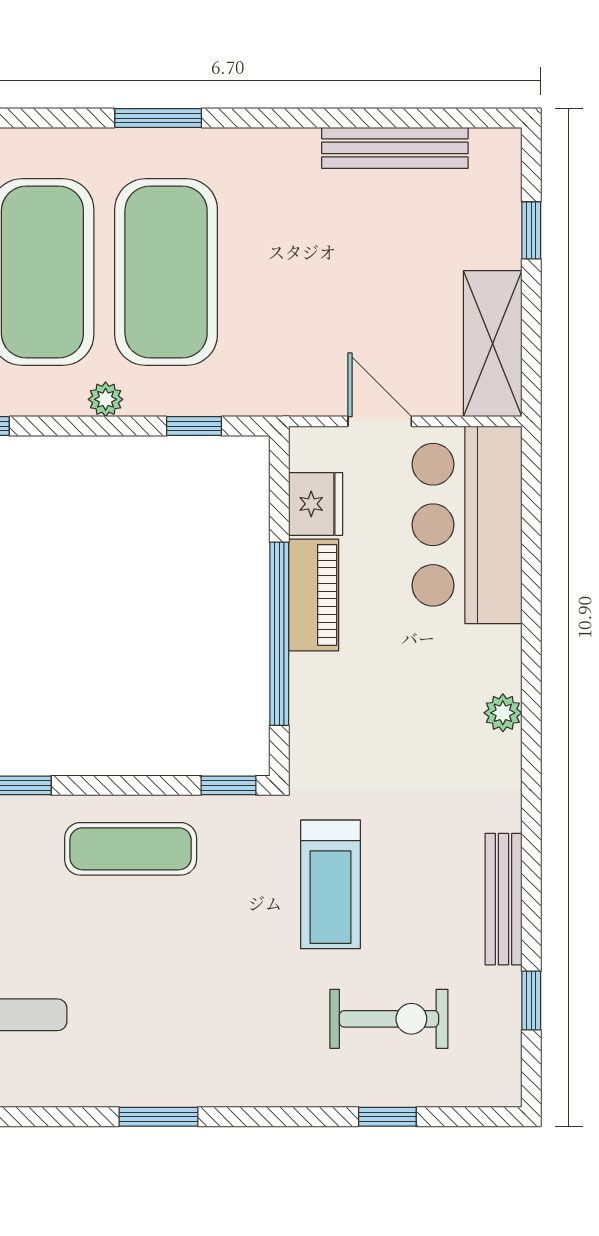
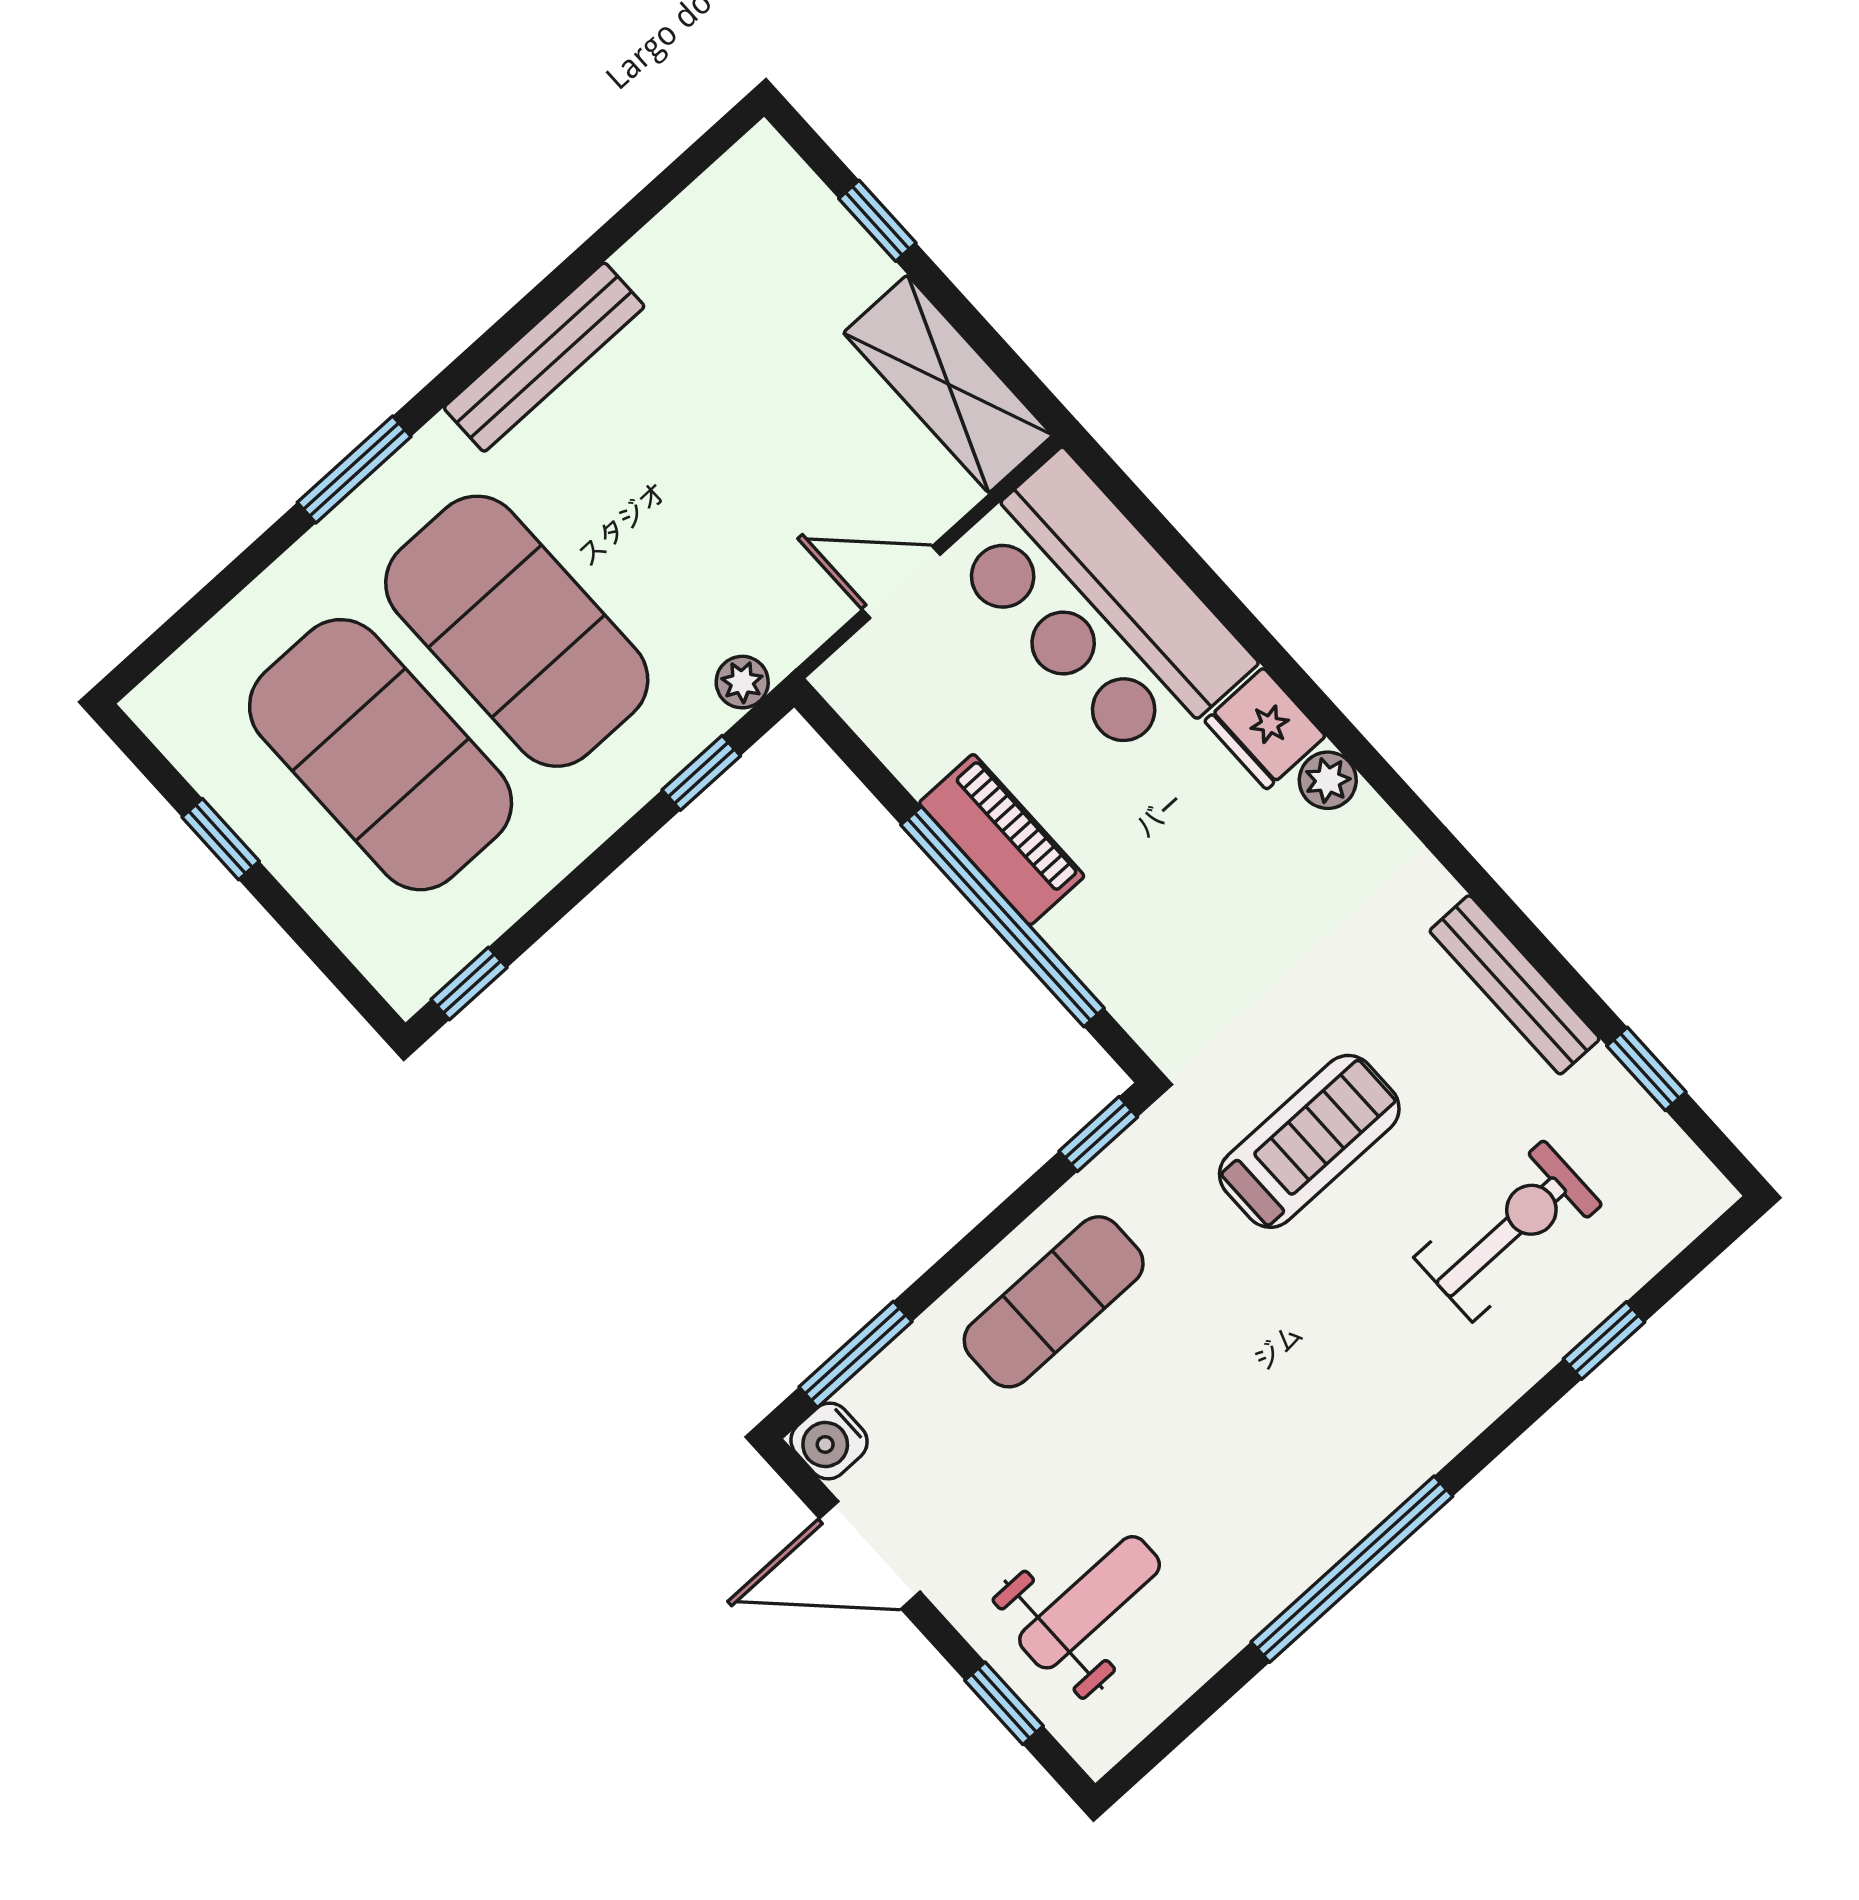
bench: (395, 148) -> (544, 357), moved
plant: (106, 399) -> (742, 682), moved
fridge: (316, 504) -> (1265, 729), moved, turned 180
treadmill: (330, 884) -> (1309, 1141), turned -90
window: (158, 1117) -> (1352, 1569), width x2.11

